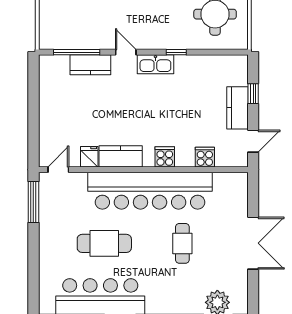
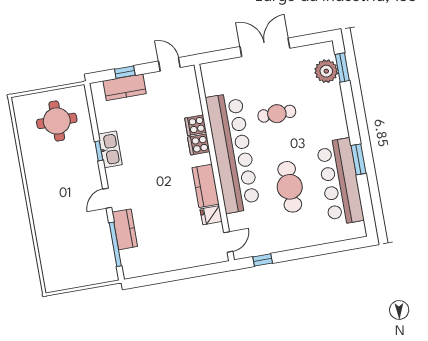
kitchen sink: (155, 64) -> (110, 149), moved
kitchen counter: (238, 108) -> (125, 87), moved
cooker: (205, 157) -> (196, 125), moved
door: (58, 170) -> (228, 242), swing flipped
window: (33, 202) -> (263, 260), width x0.46

